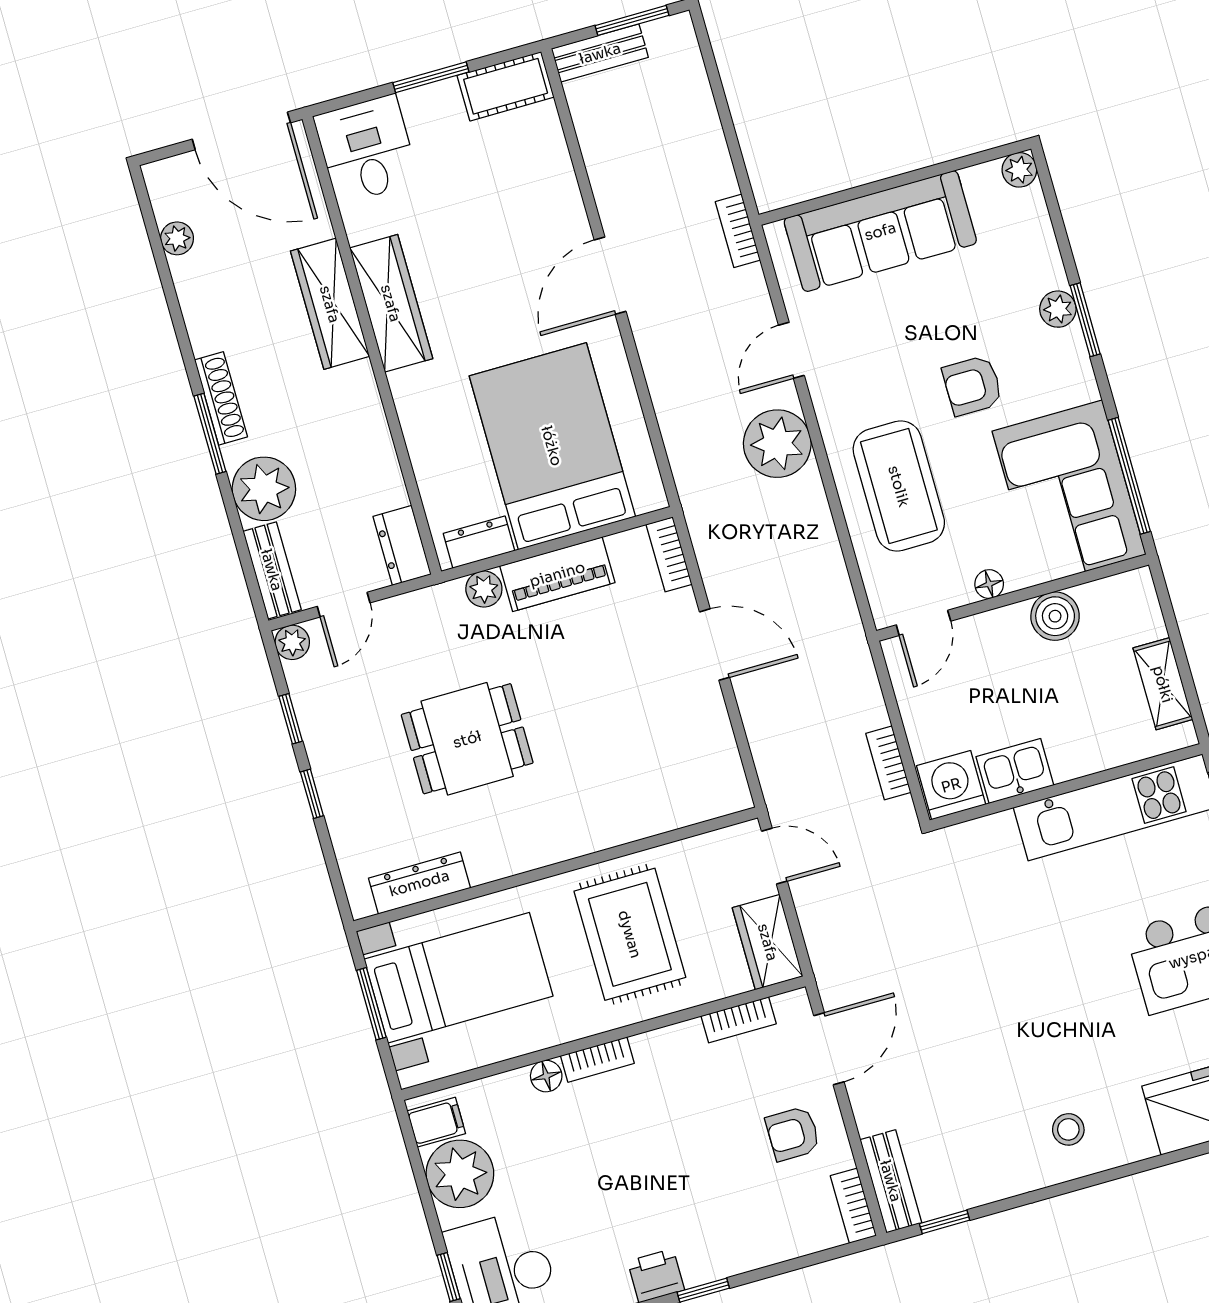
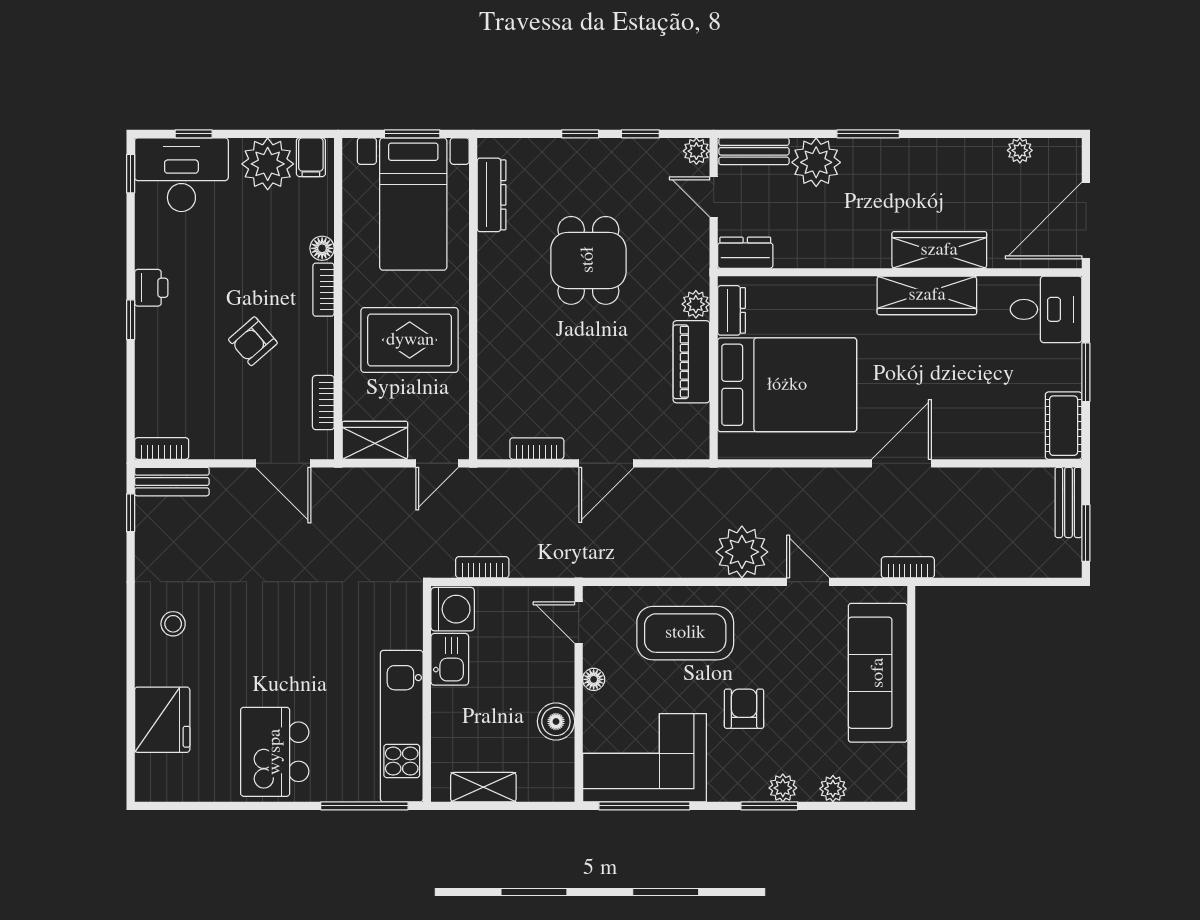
plant: (1019, 170) -> (833, 789), moved
door: (610, 276) -> (901, 463), hinge flipped
shoe rack: (221, 398) -> (892, 149), removed
bookcase: (669, 554) -> (537, 449), moved
armchair: (793, 1134) -> (253, 341), moved, turned -131

